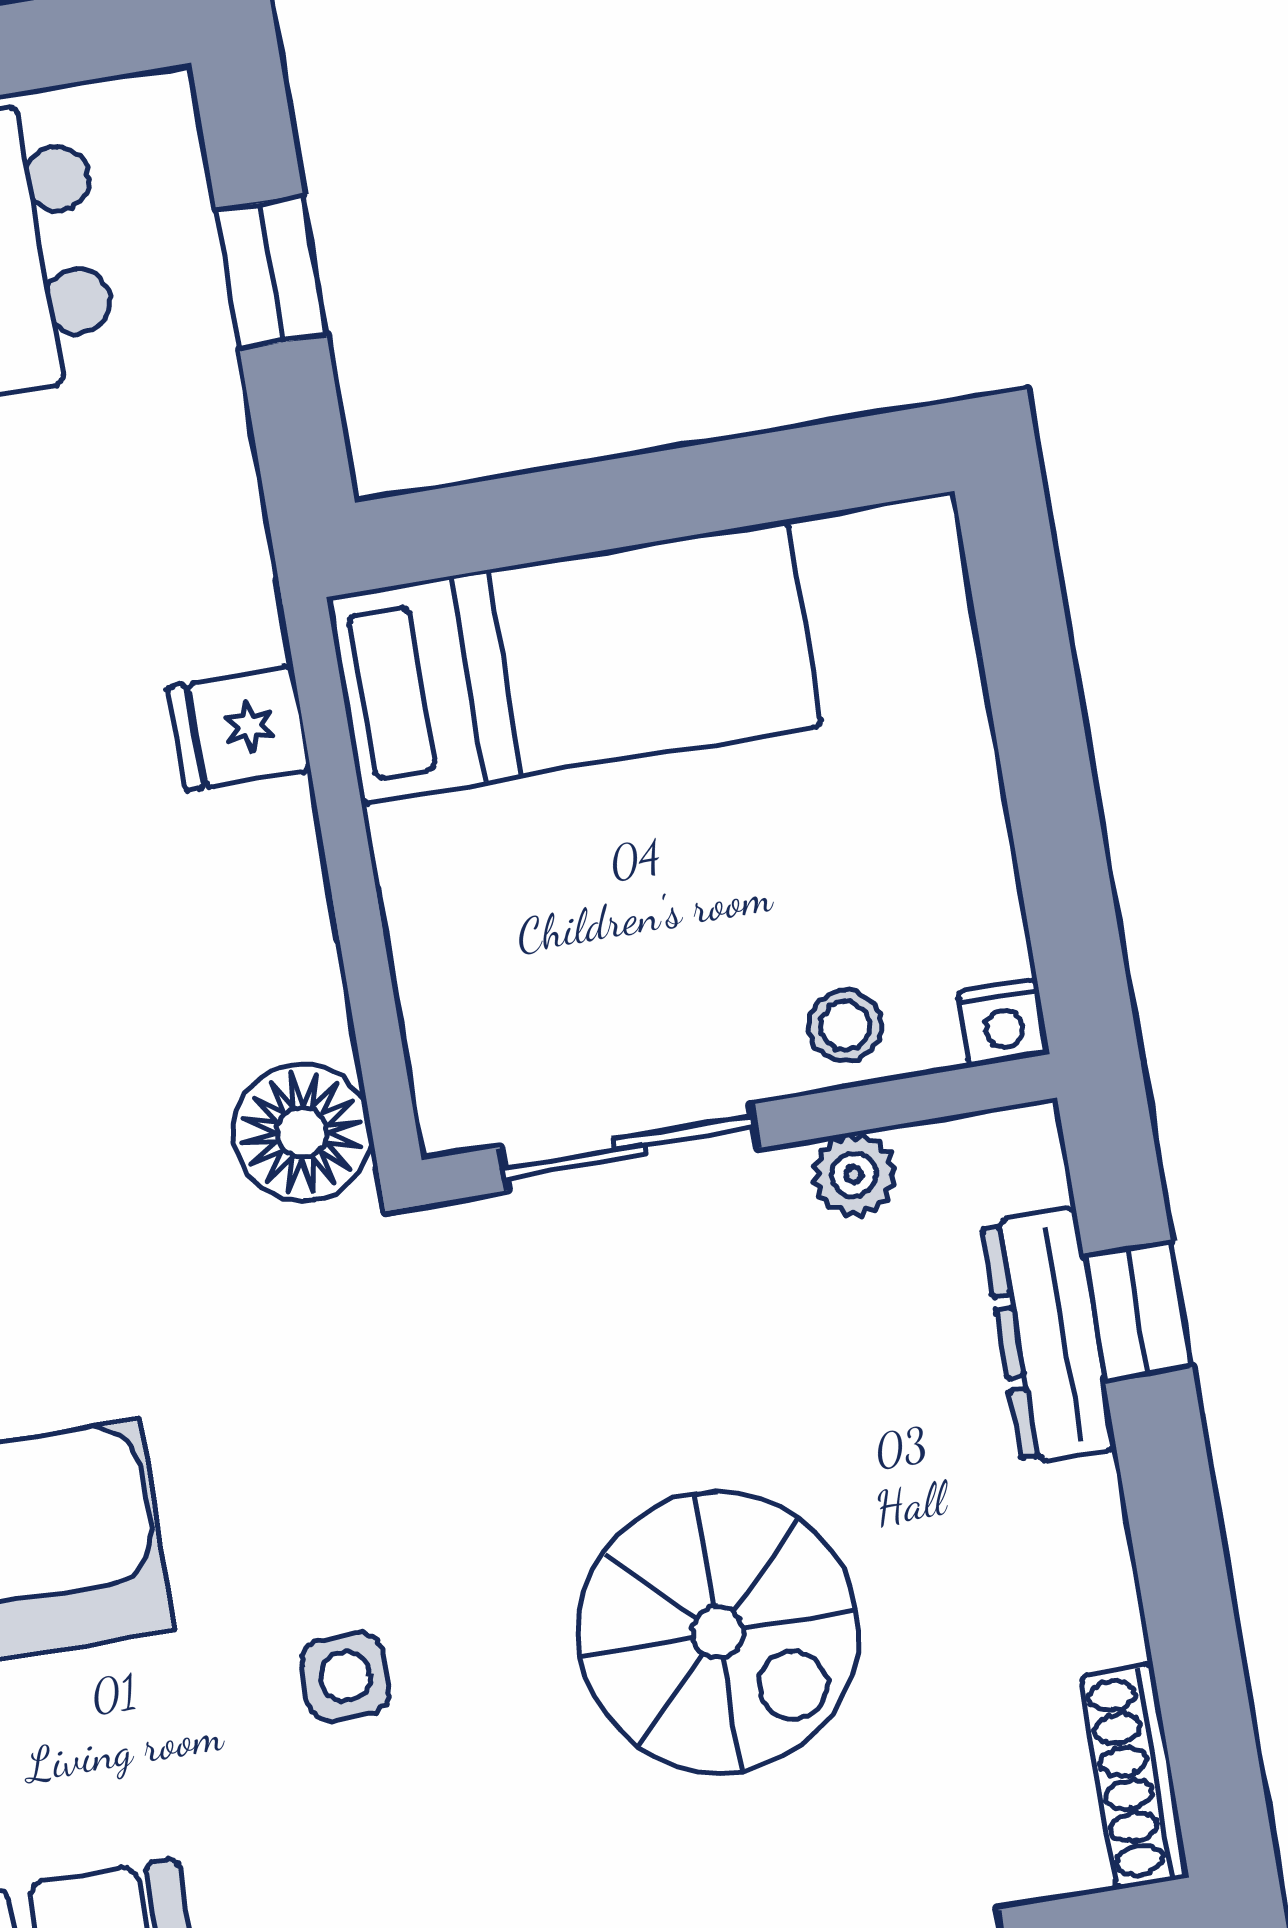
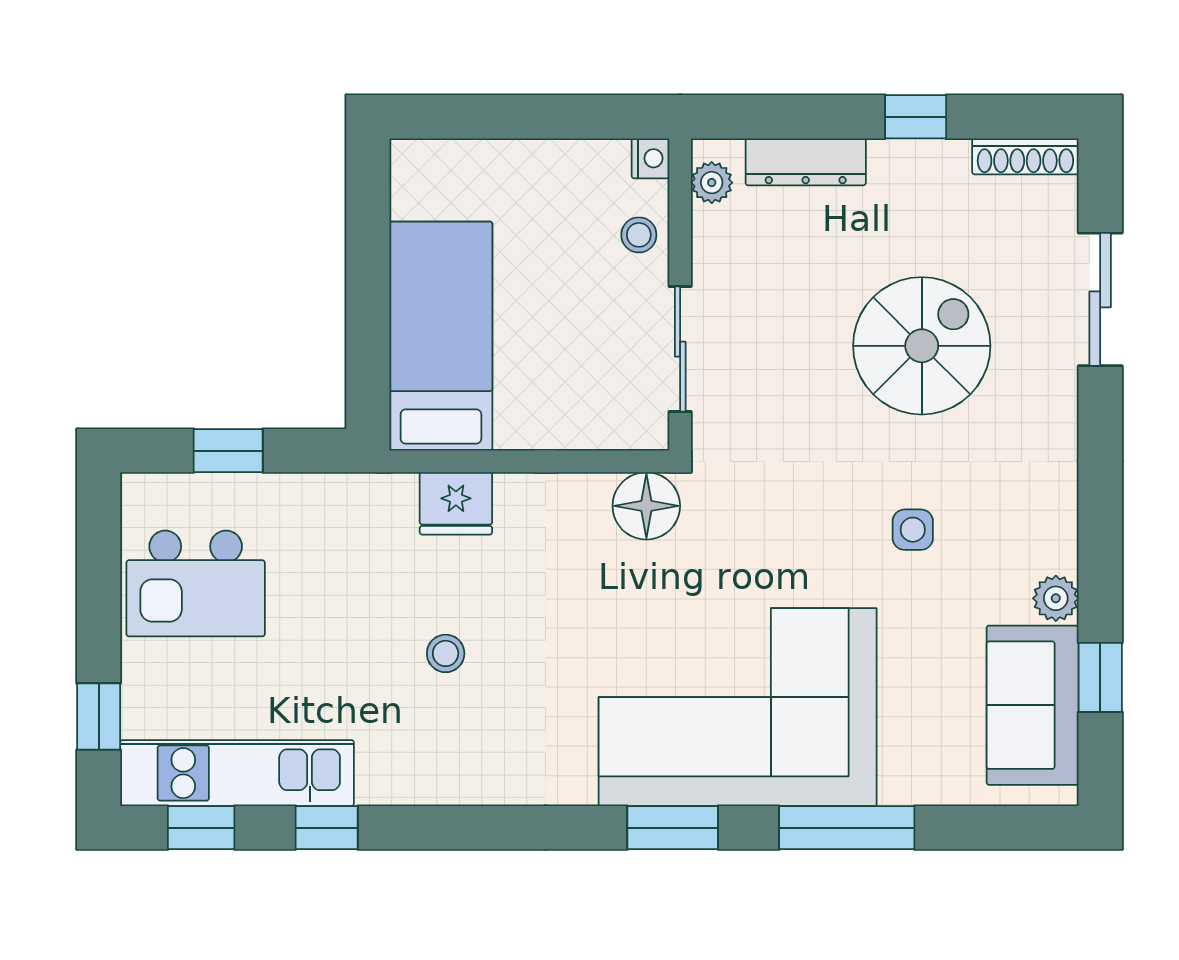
fridge: (239, 729) -> (456, 503), width x1.38
plant: (854, 1175) -> (712, 183), moved
window: (1138, 1311) -> (916, 117), moved

